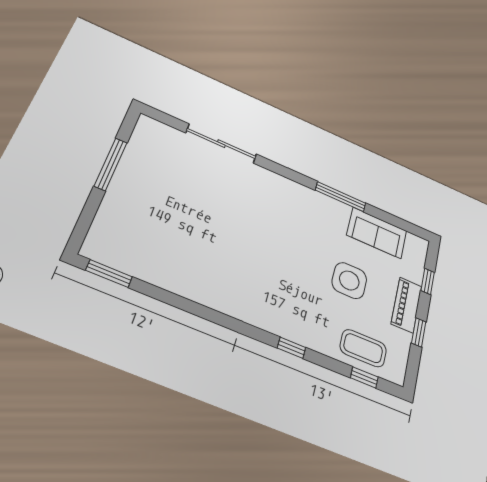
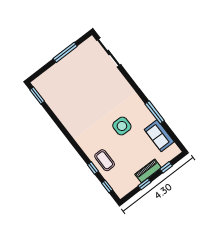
sliding door: (221, 144) -> (109, 53), moved
side table: (349, 280) -> (122, 126), moved
window: (291, 348) -> (93, 168), moved
coffee table: (363, 348) -> (105, 160), moved

